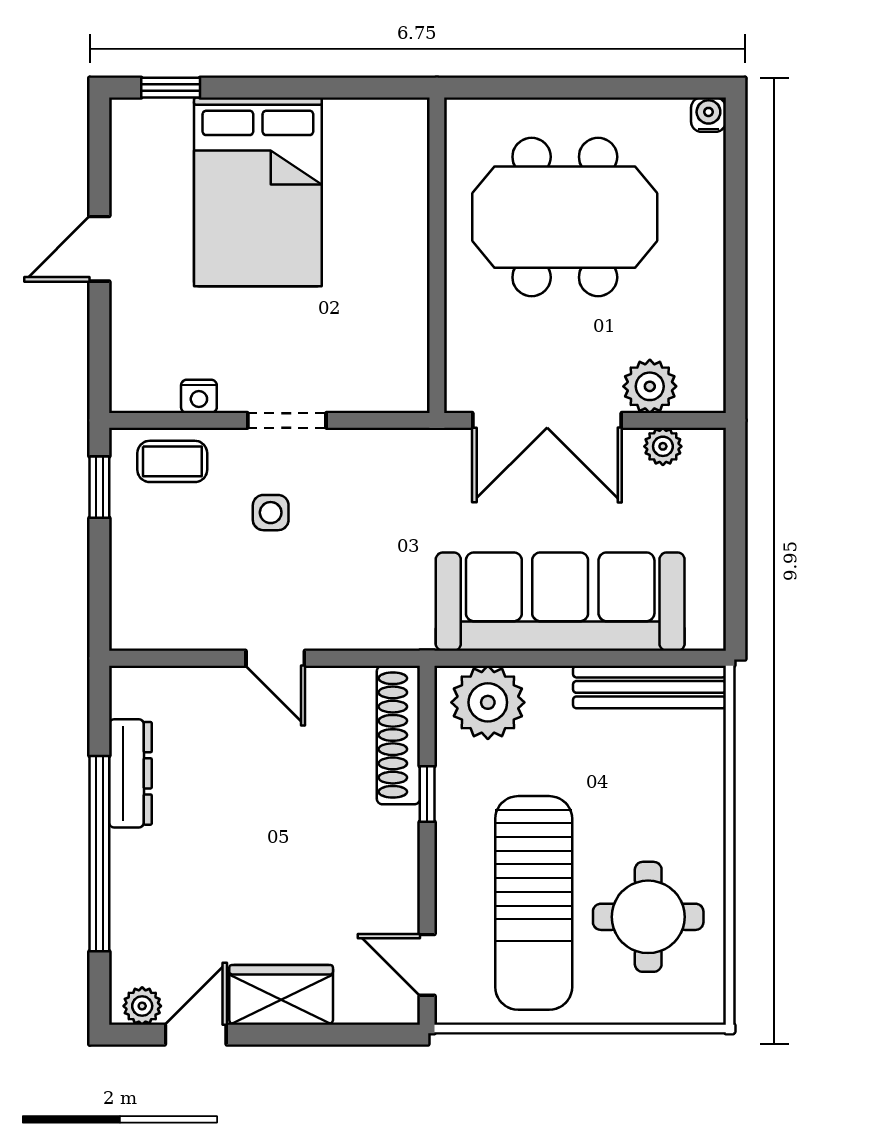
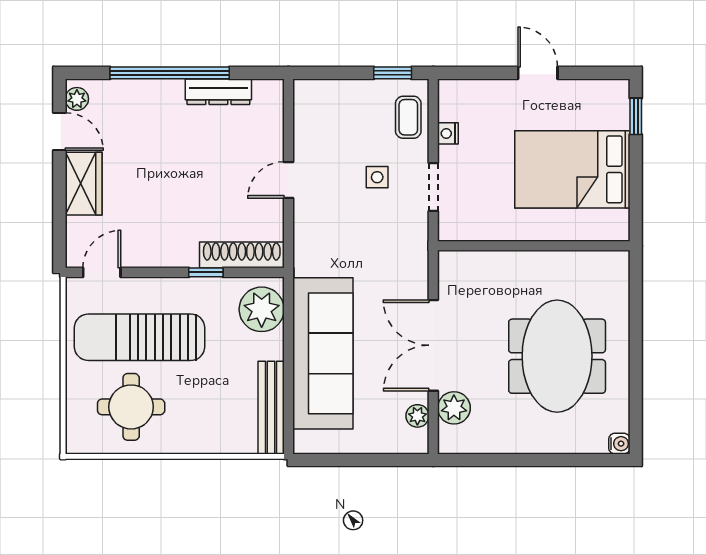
wall: (437, 255) -> (534, 246), moved

